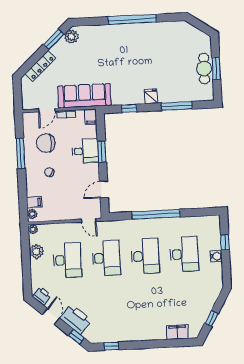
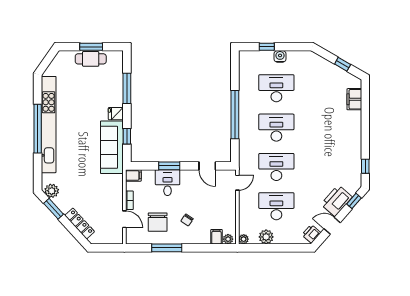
kitchen unit: (137, 30) -> (49, 125), added
sofa: (85, 96) -> (112, 147), moved

